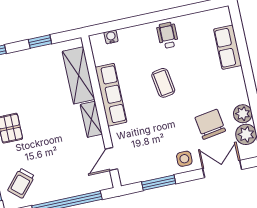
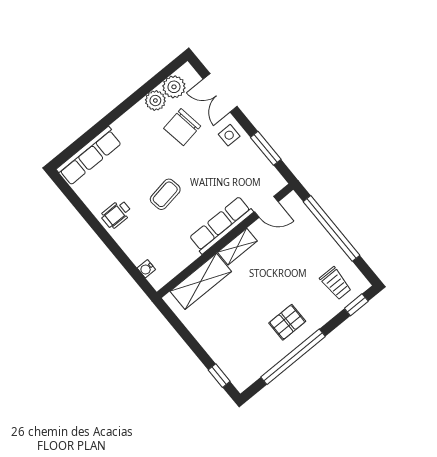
window: (40, 42) -> (187, 336), removed
row of seats: (228, 47) -> (89, 156), width x1.48
row of seats: (111, 95) -> (221, 225), moved
trolley: (21, 183) -> (336, 283), turned 49

